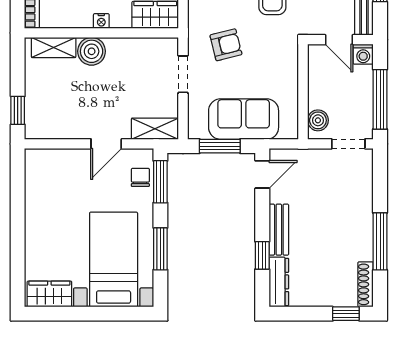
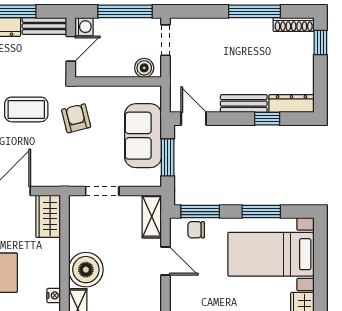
nightstand: (101, 21) -> (54, 295), moved
armchair: (226, 45) -> (76, 118), moved
boiler: (92, 51) -> (86, 270), width x1.37, depth x1.37

